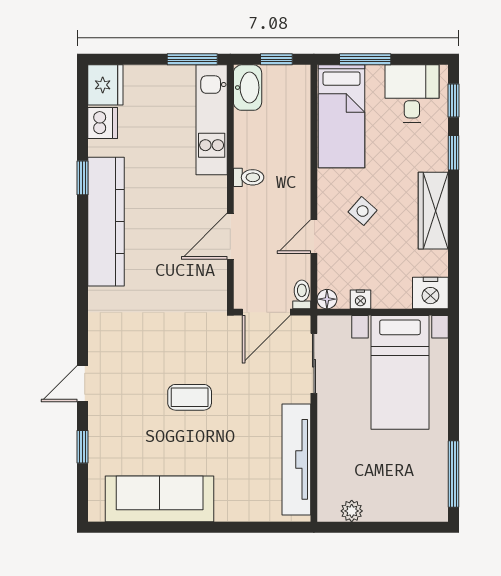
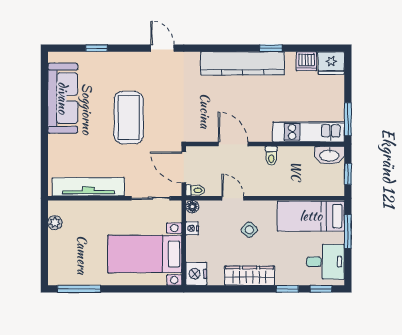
door: (83, 384) -> (162, 48), moved
coffee table: (190, 397) -> (129, 118), width x1.86, depth x1.72

